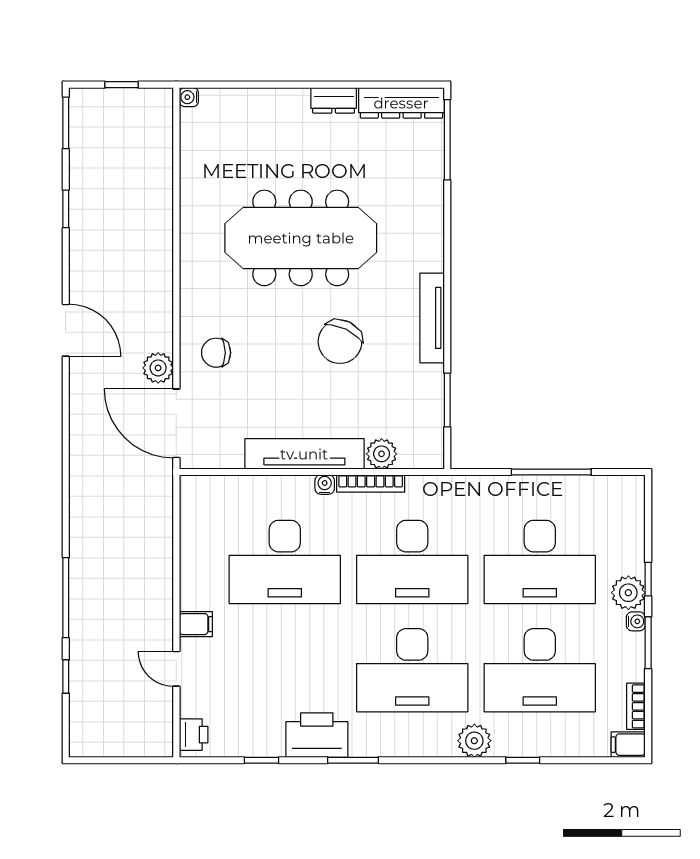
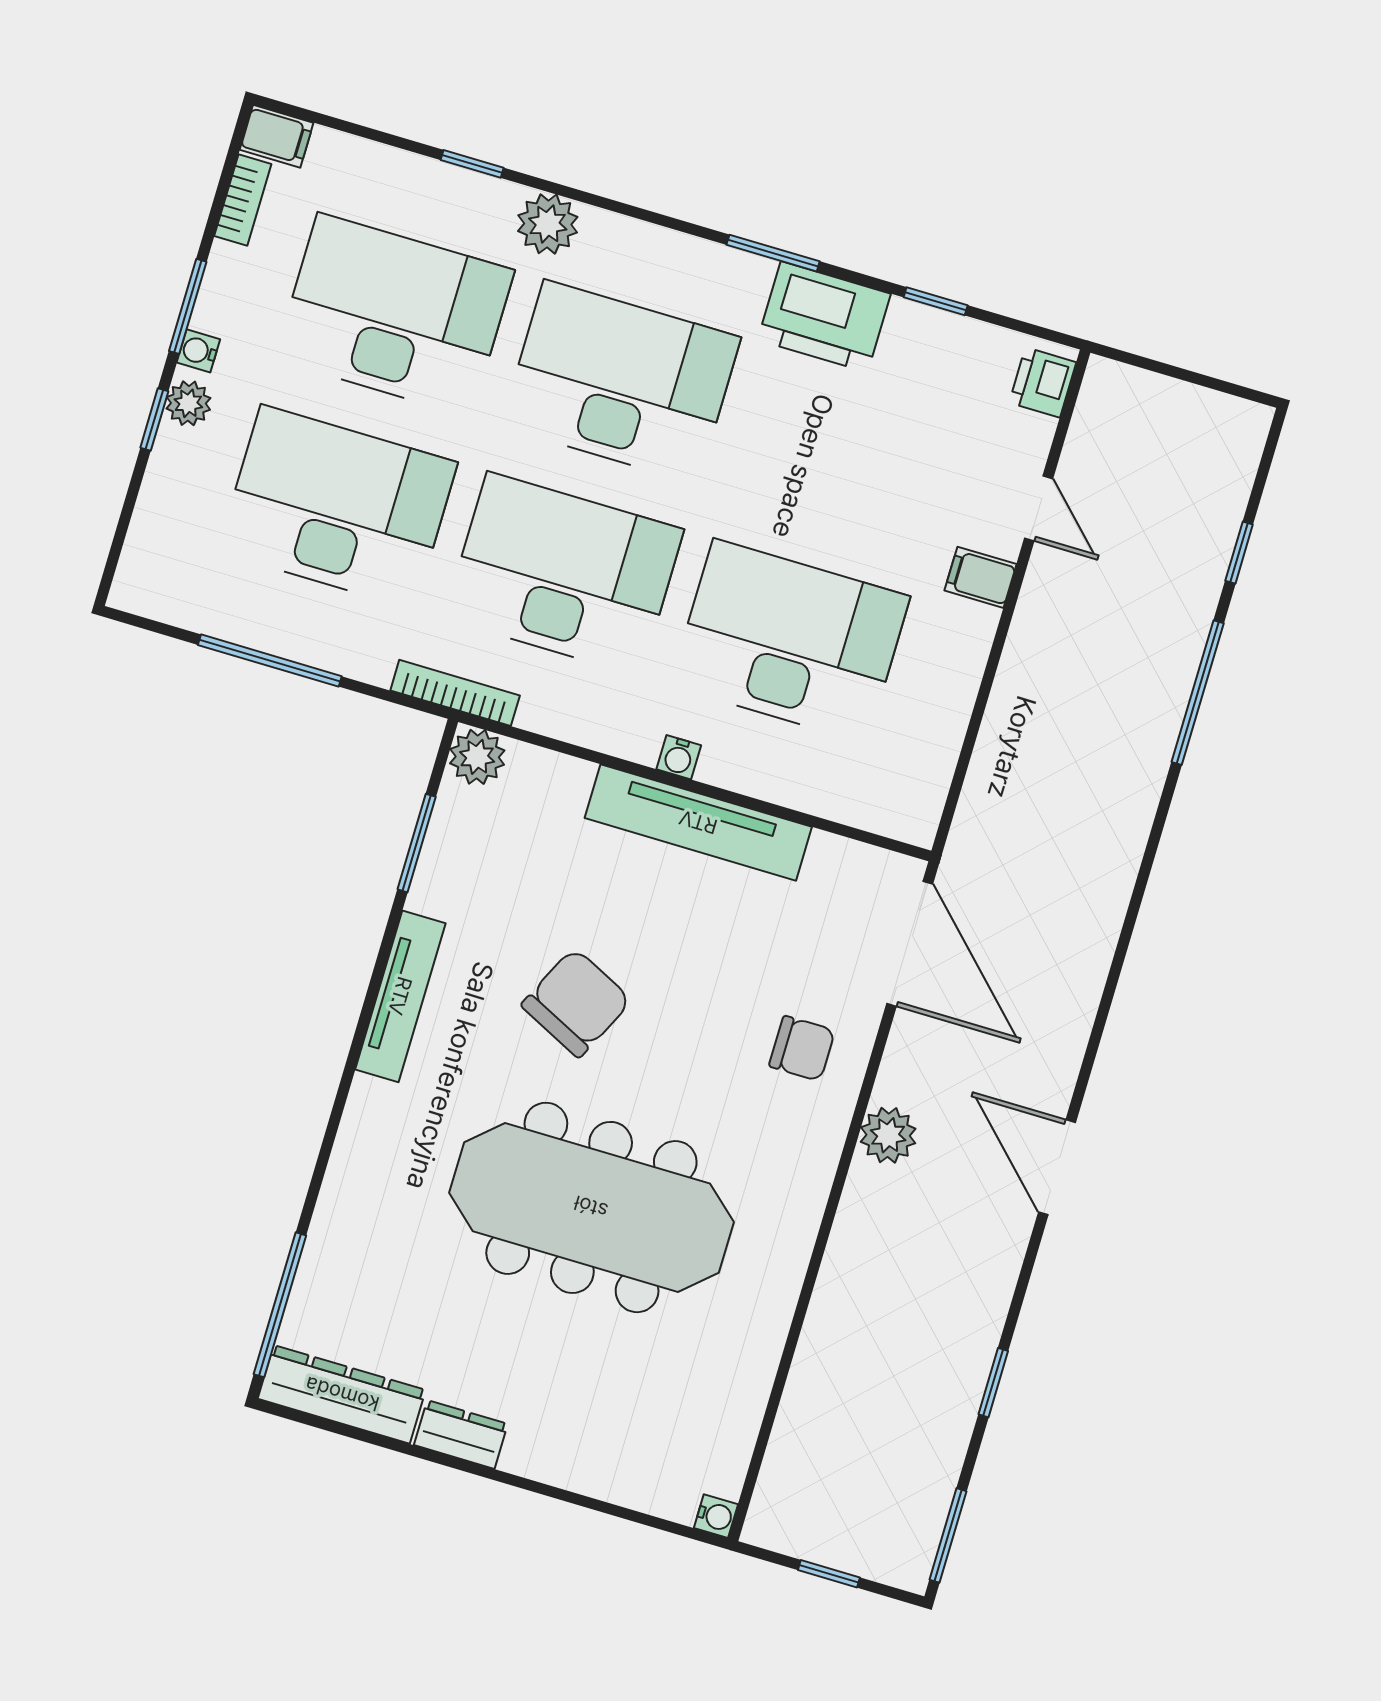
plant: (158, 368) -> (888, 1135), moved
plant: (382, 454) -> (477, 757), moved
bookcase: (371, 484) -> (455, 693), moved
plant: (628, 593) -> (188, 403), width x0.73, depth x0.73

